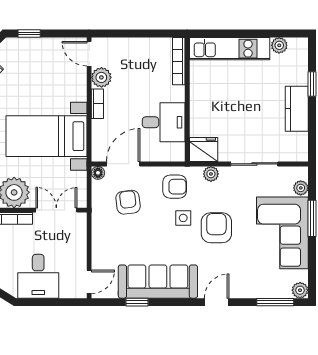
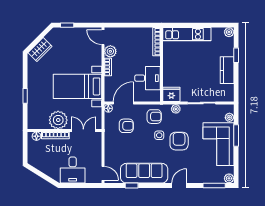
plant: (279, 45) -> (229, 32), moved
armchair: (128, 202) -> (126, 126), turned 97
door: (89, 282) -> (103, 173), hinge flipped

